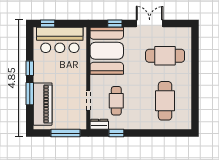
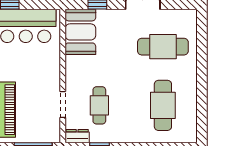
booth: (107, 51) -> (80, 32), width x0.73, depth x0.70

